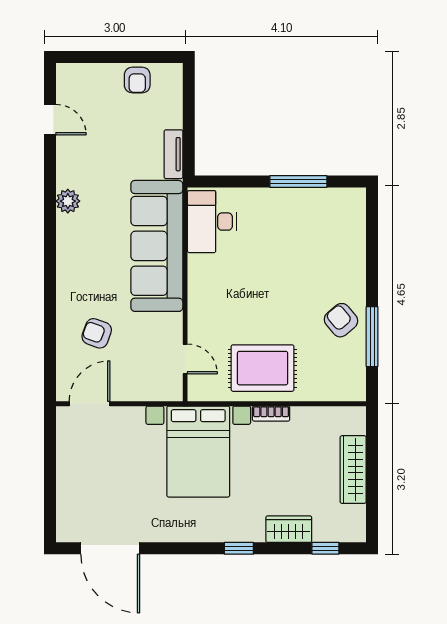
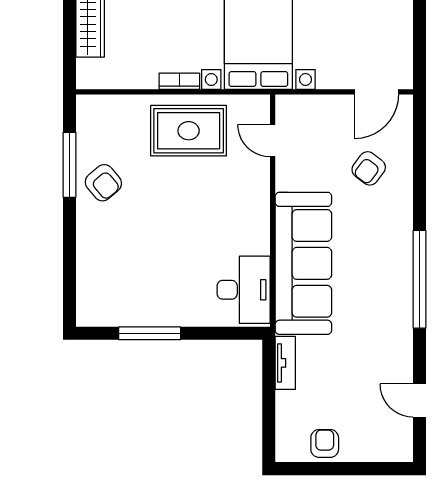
plant: (68, 201) -> (400, 312), removed
window: (50, 231) -> (419, 279), added
armchair: (97, 333) -> (369, 168), turned 107

